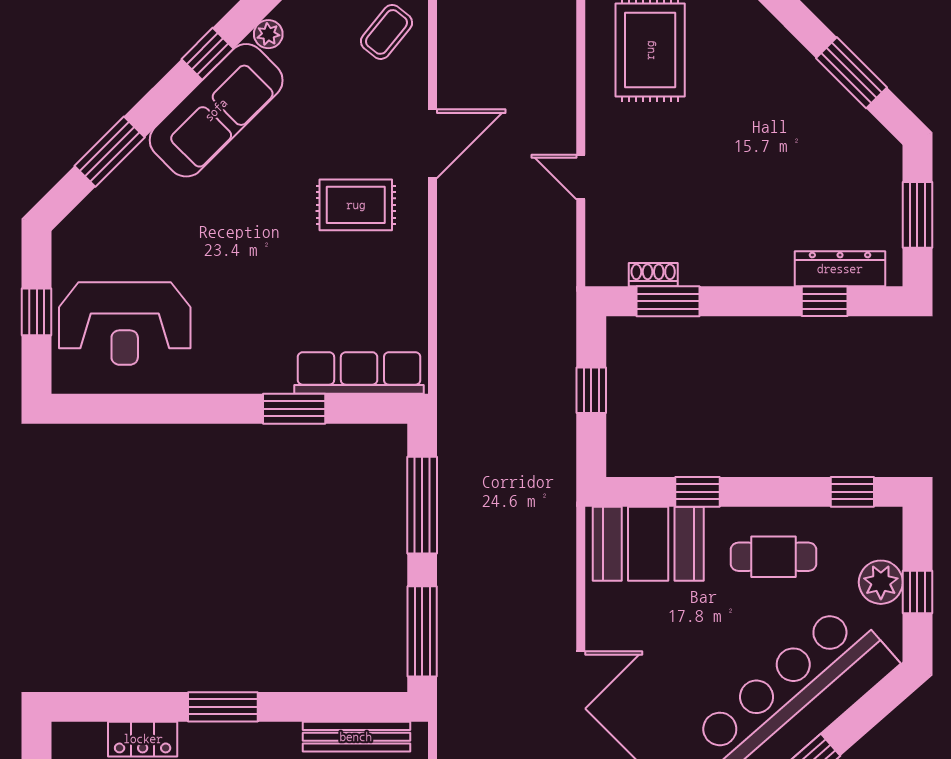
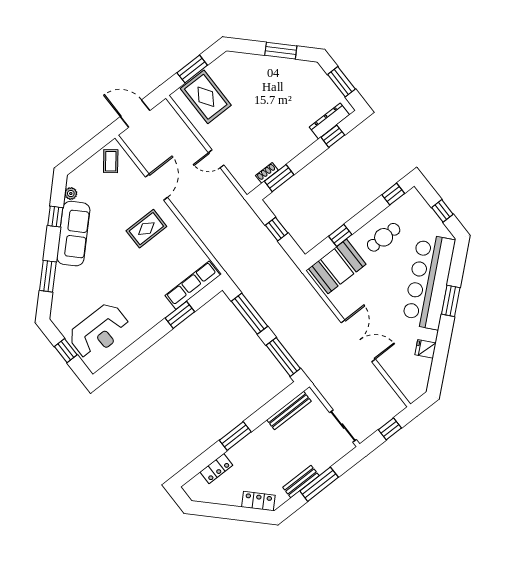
plant: (881, 582) -> (427, 217), removed

